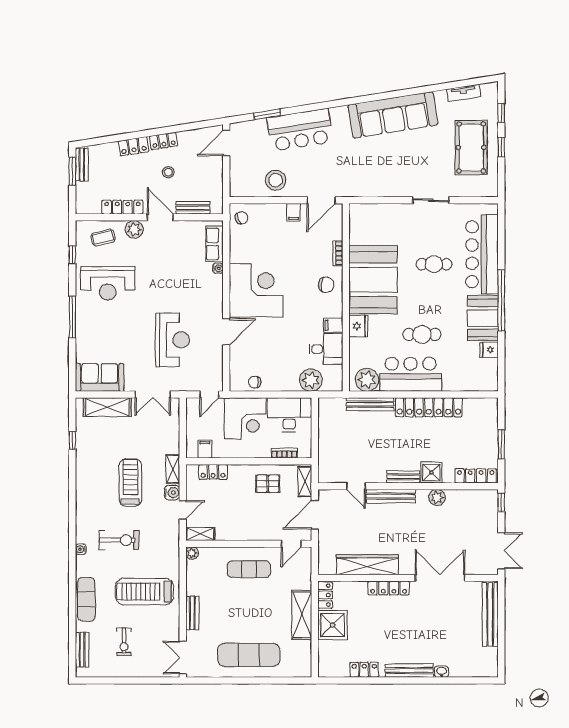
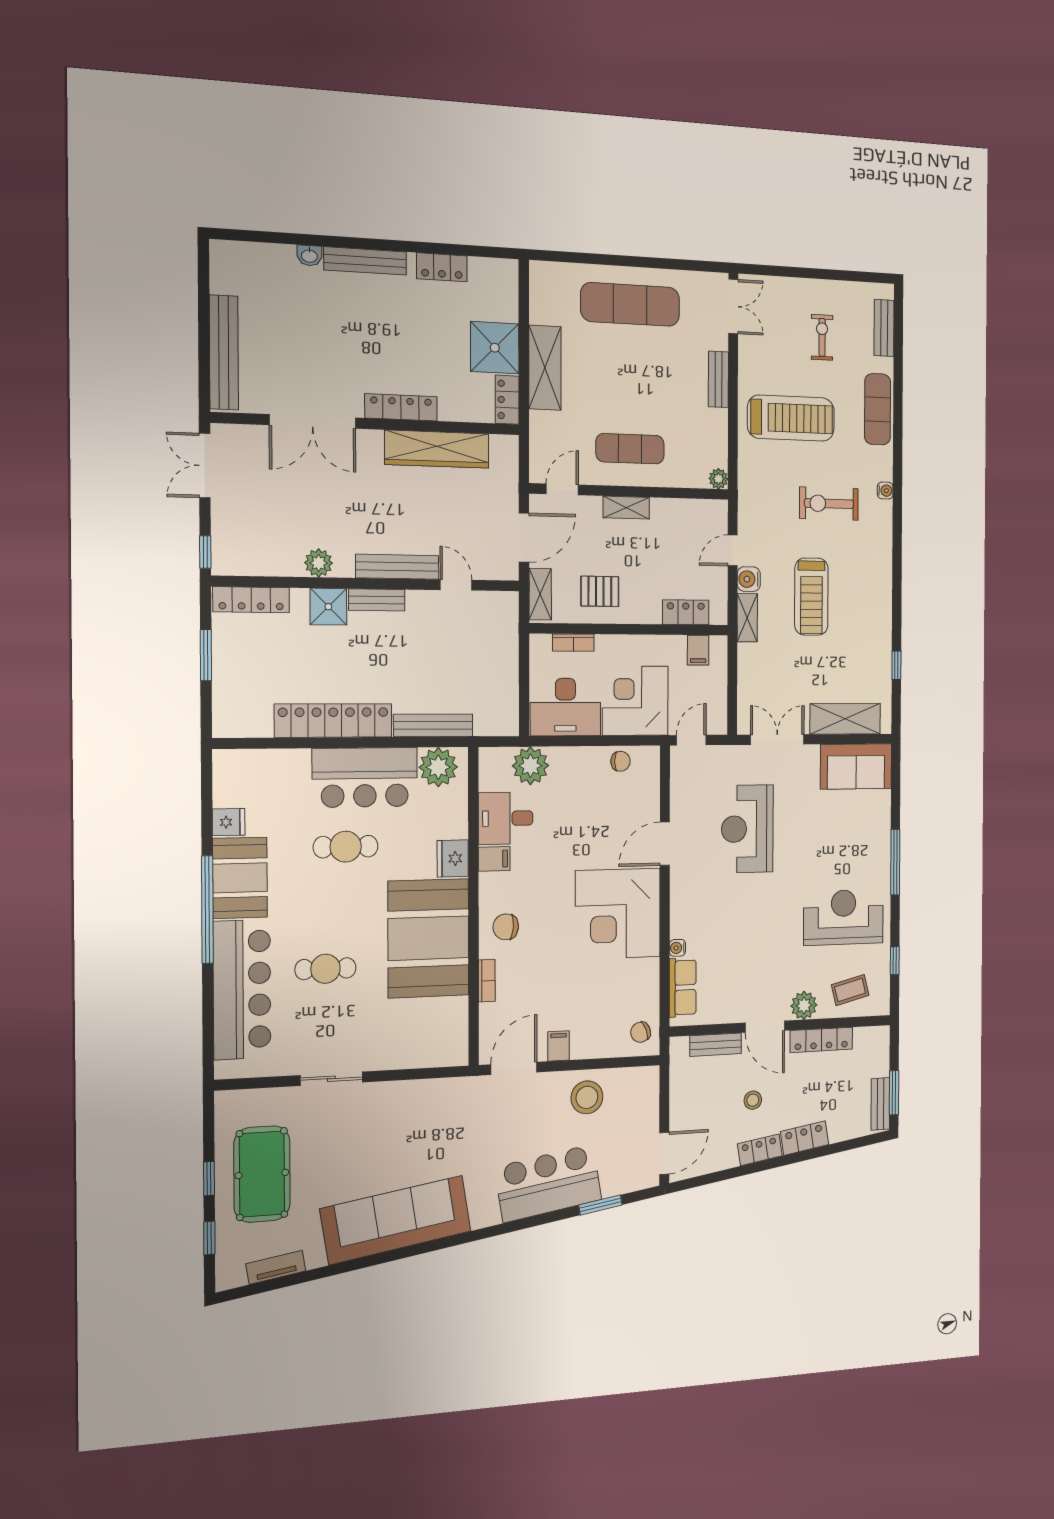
shelving: (200, 534) -> (626, 508), moved

